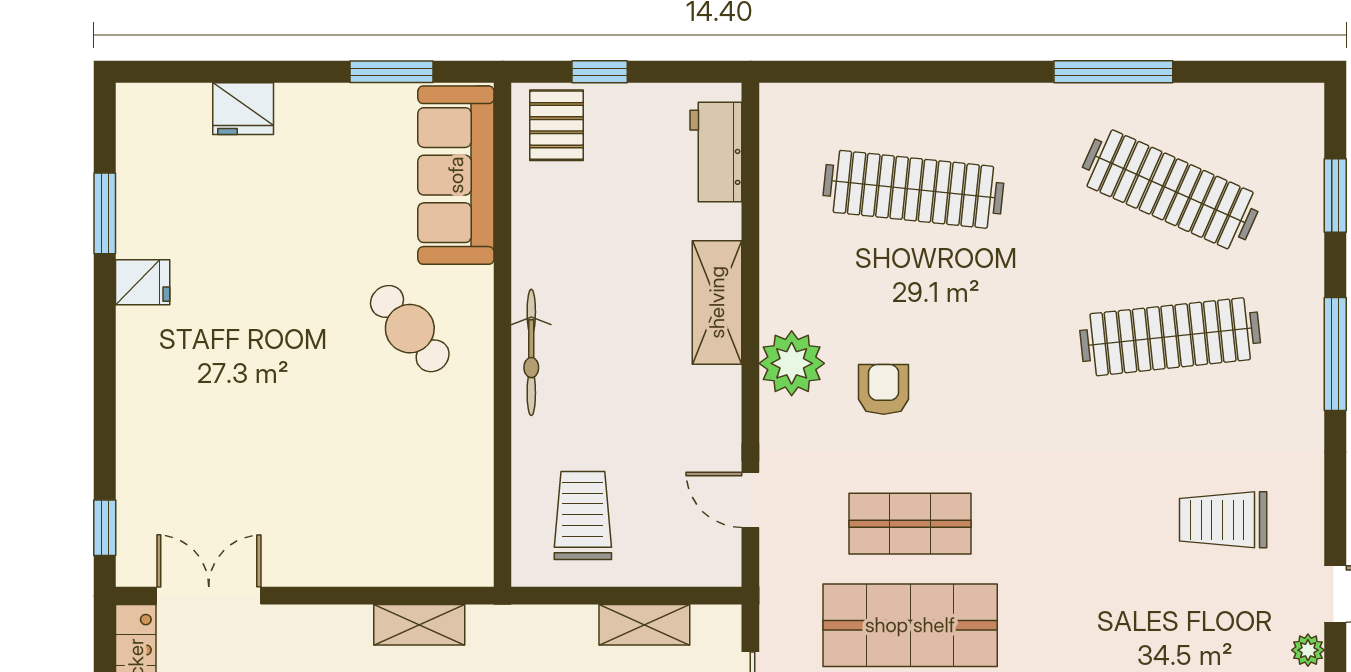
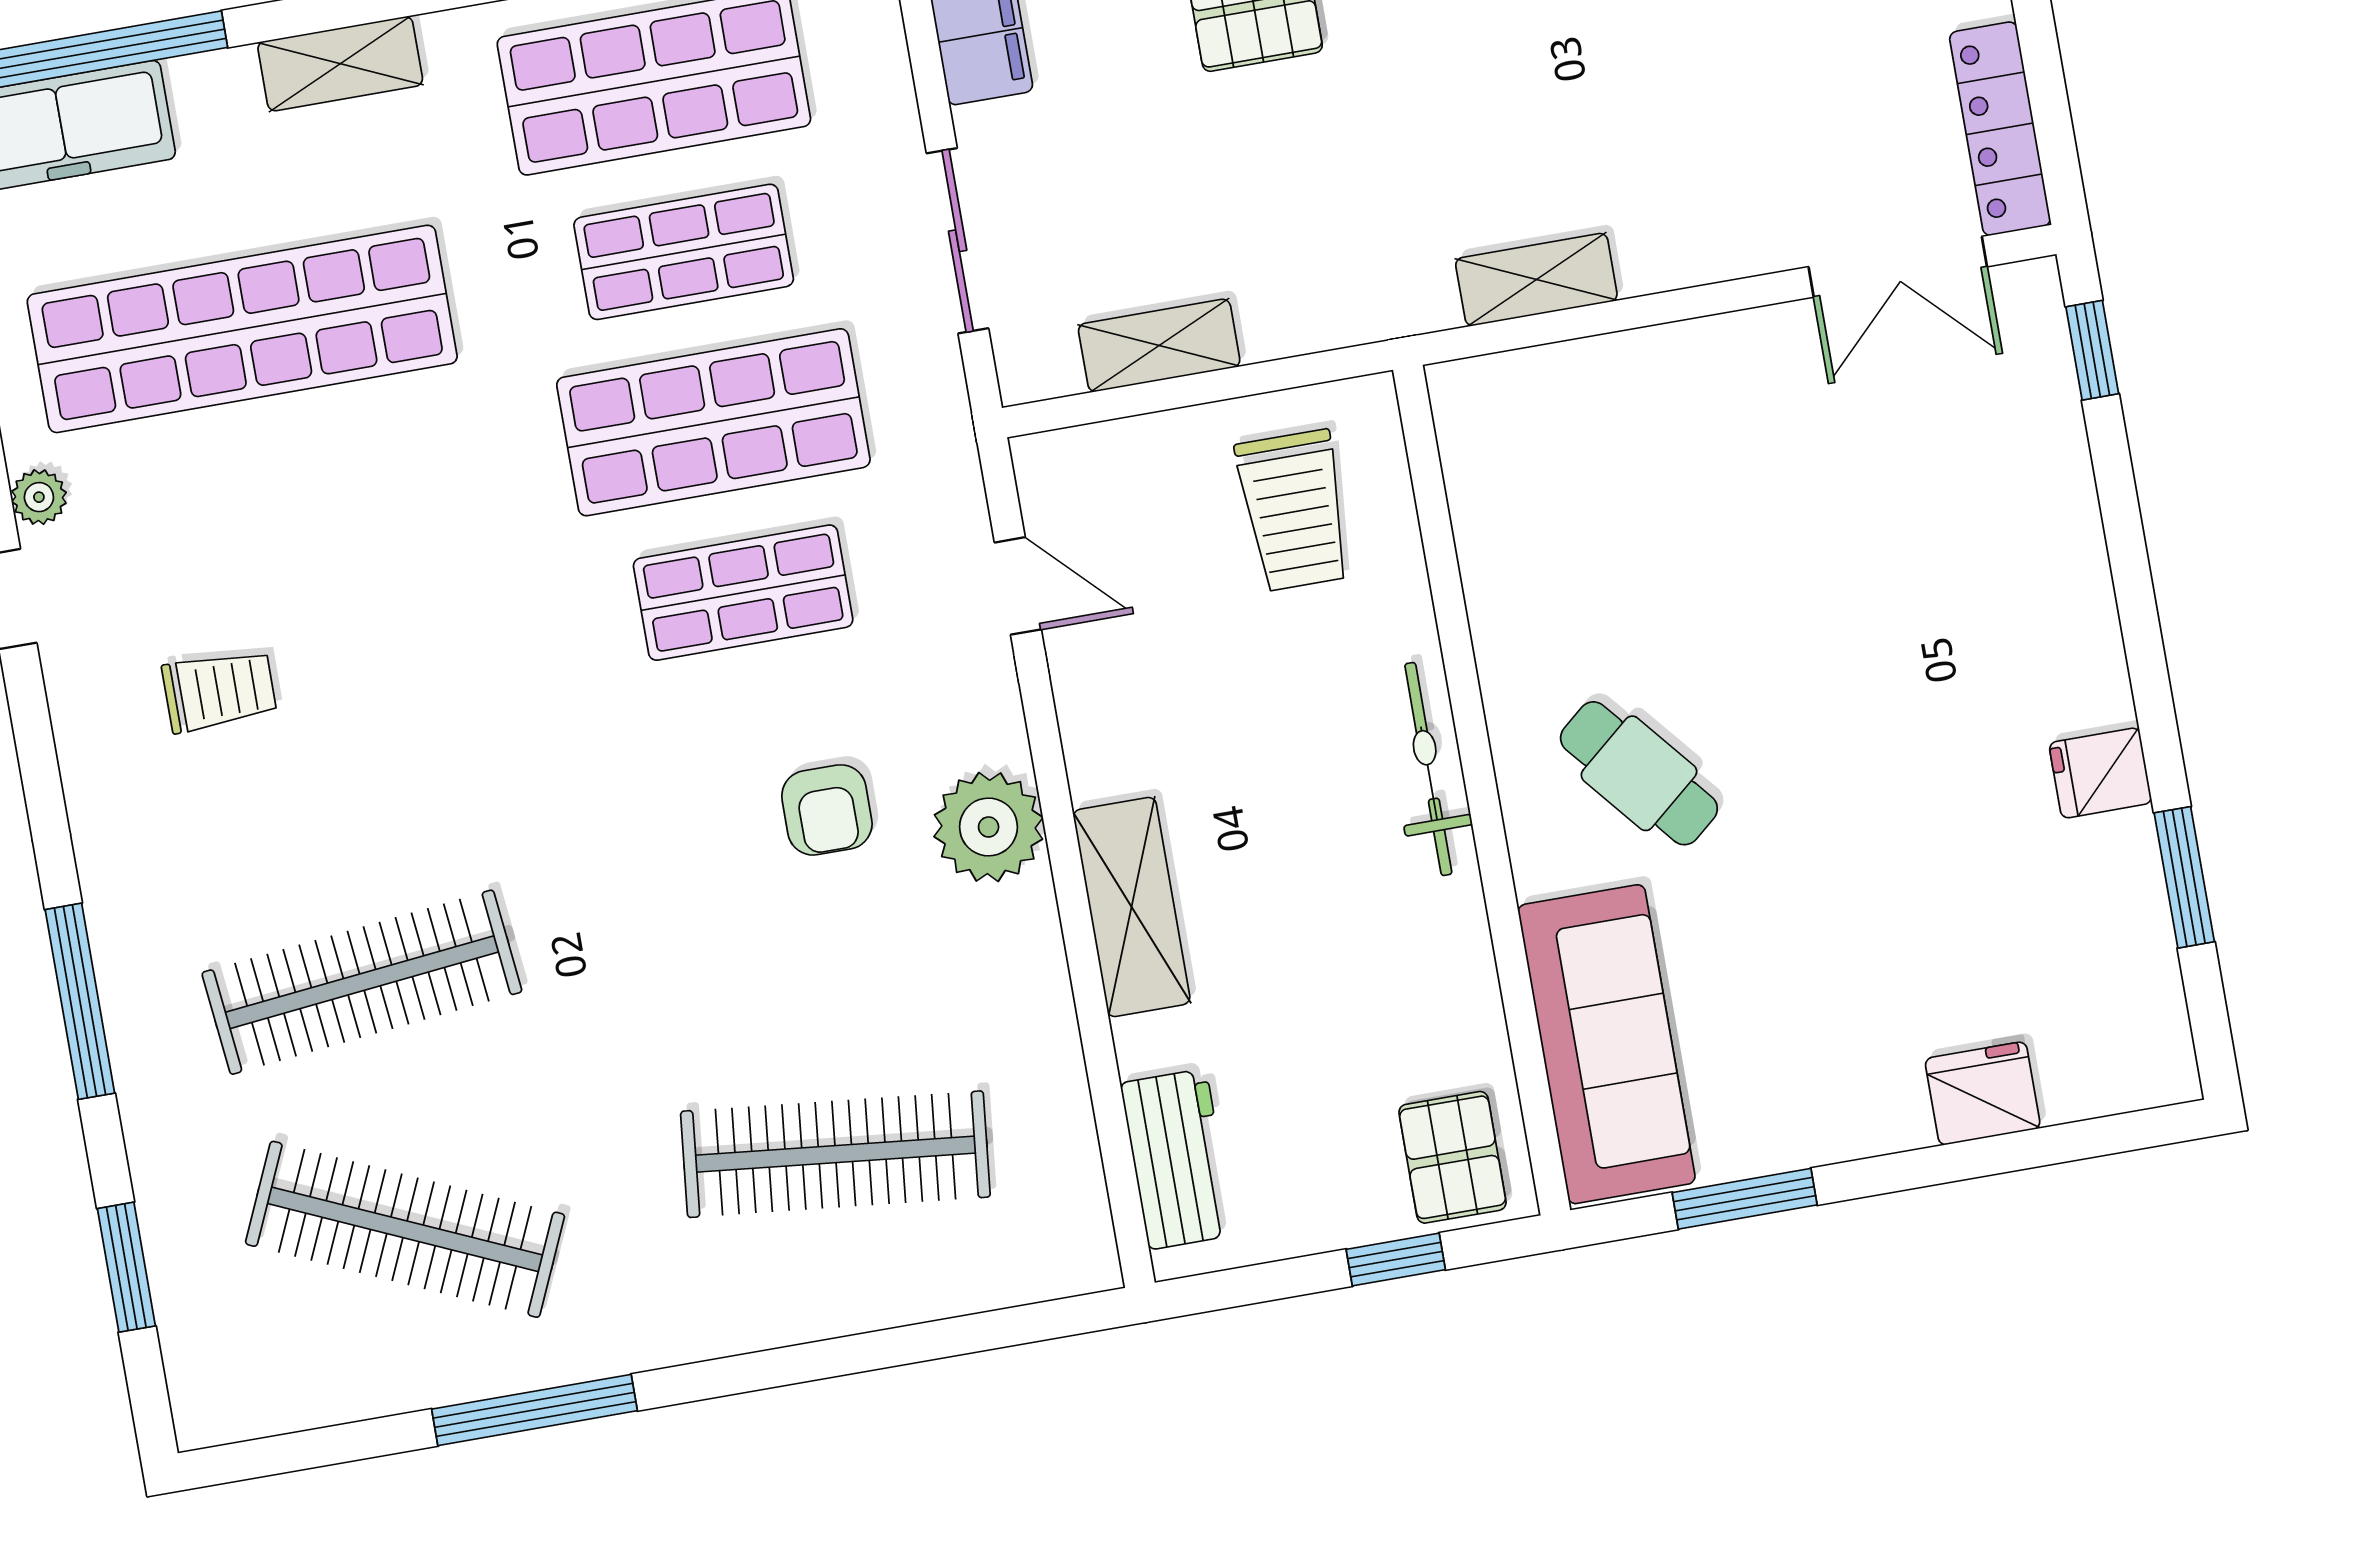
trolley: (1223, 520) -> (219, 691), width x0.73, depth x0.72

